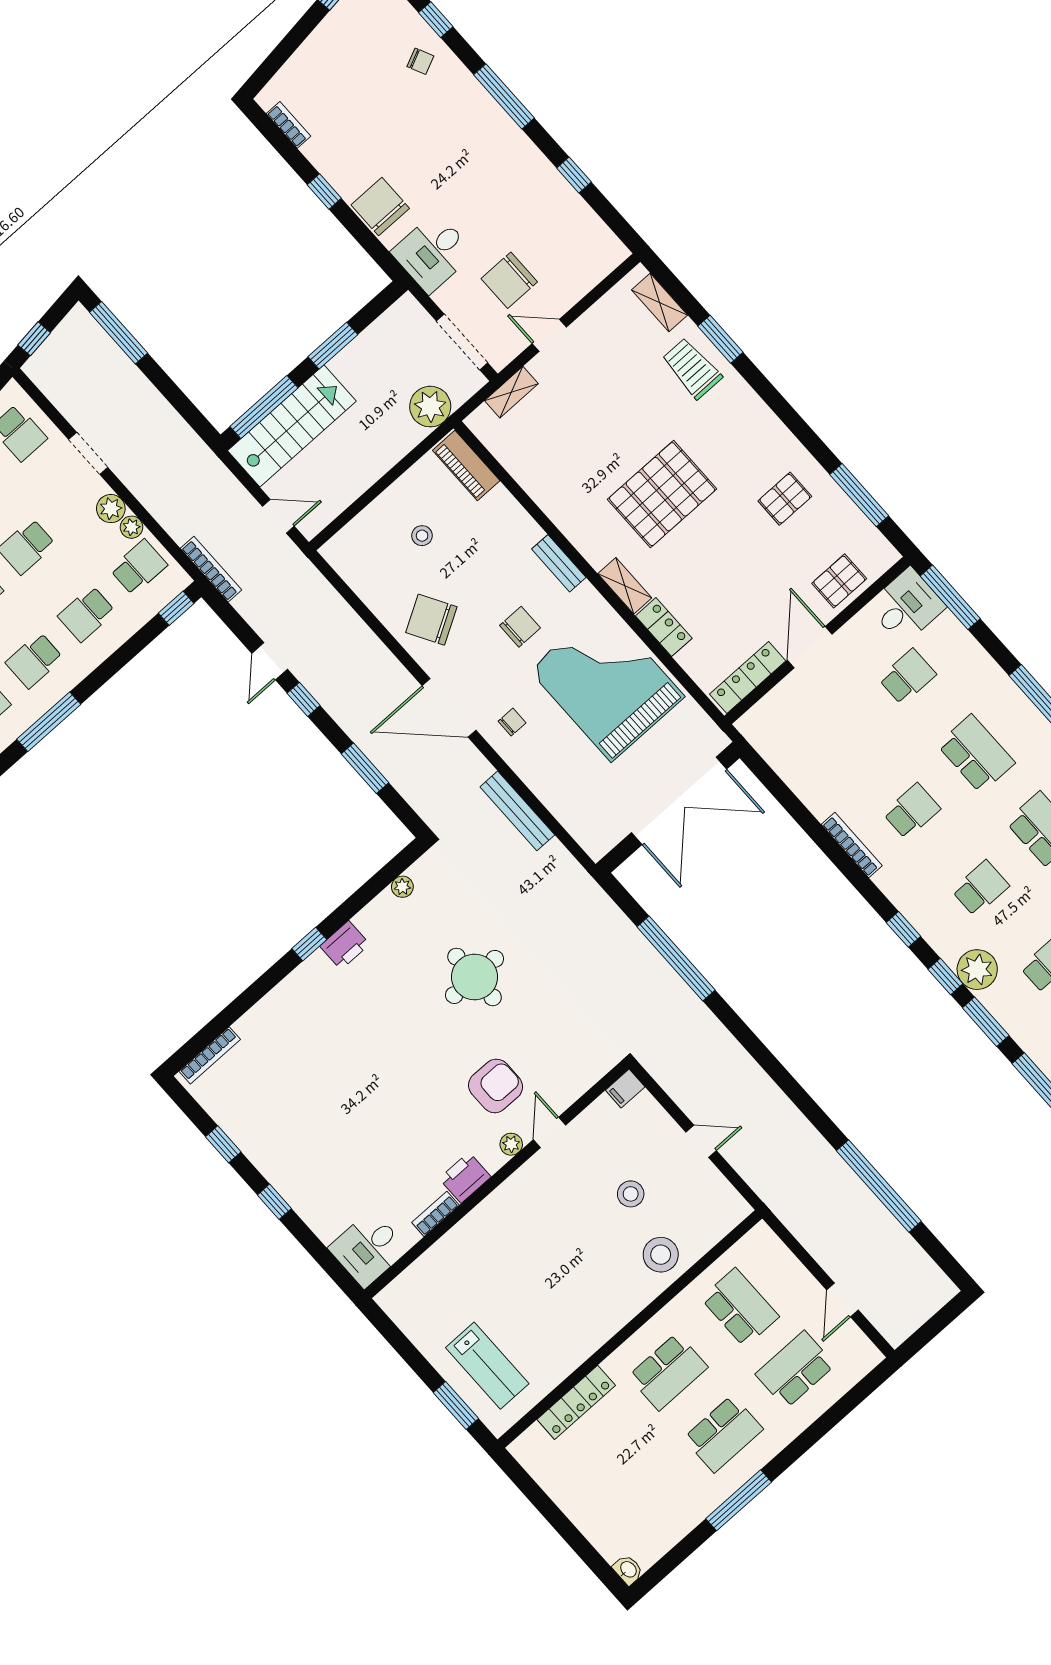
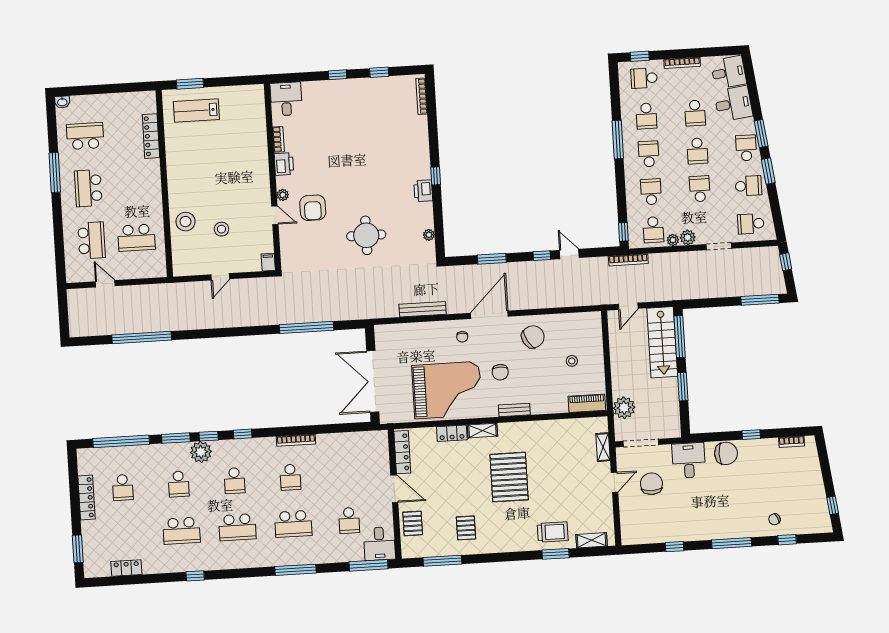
school desk: (668, 1372) -> (85, 136), moved, turned 90

